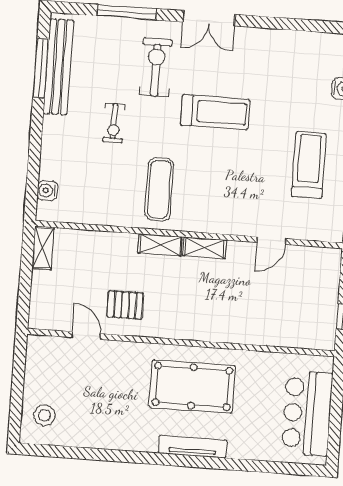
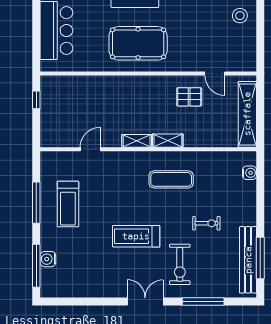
exercise bike: (114, 123) -> (206, 223), turned 90
exercise mat: (159, 189) -> (171, 179), turned 90
shelving: (43, 248) -> (247, 114), width x2.20, depth x1.33

